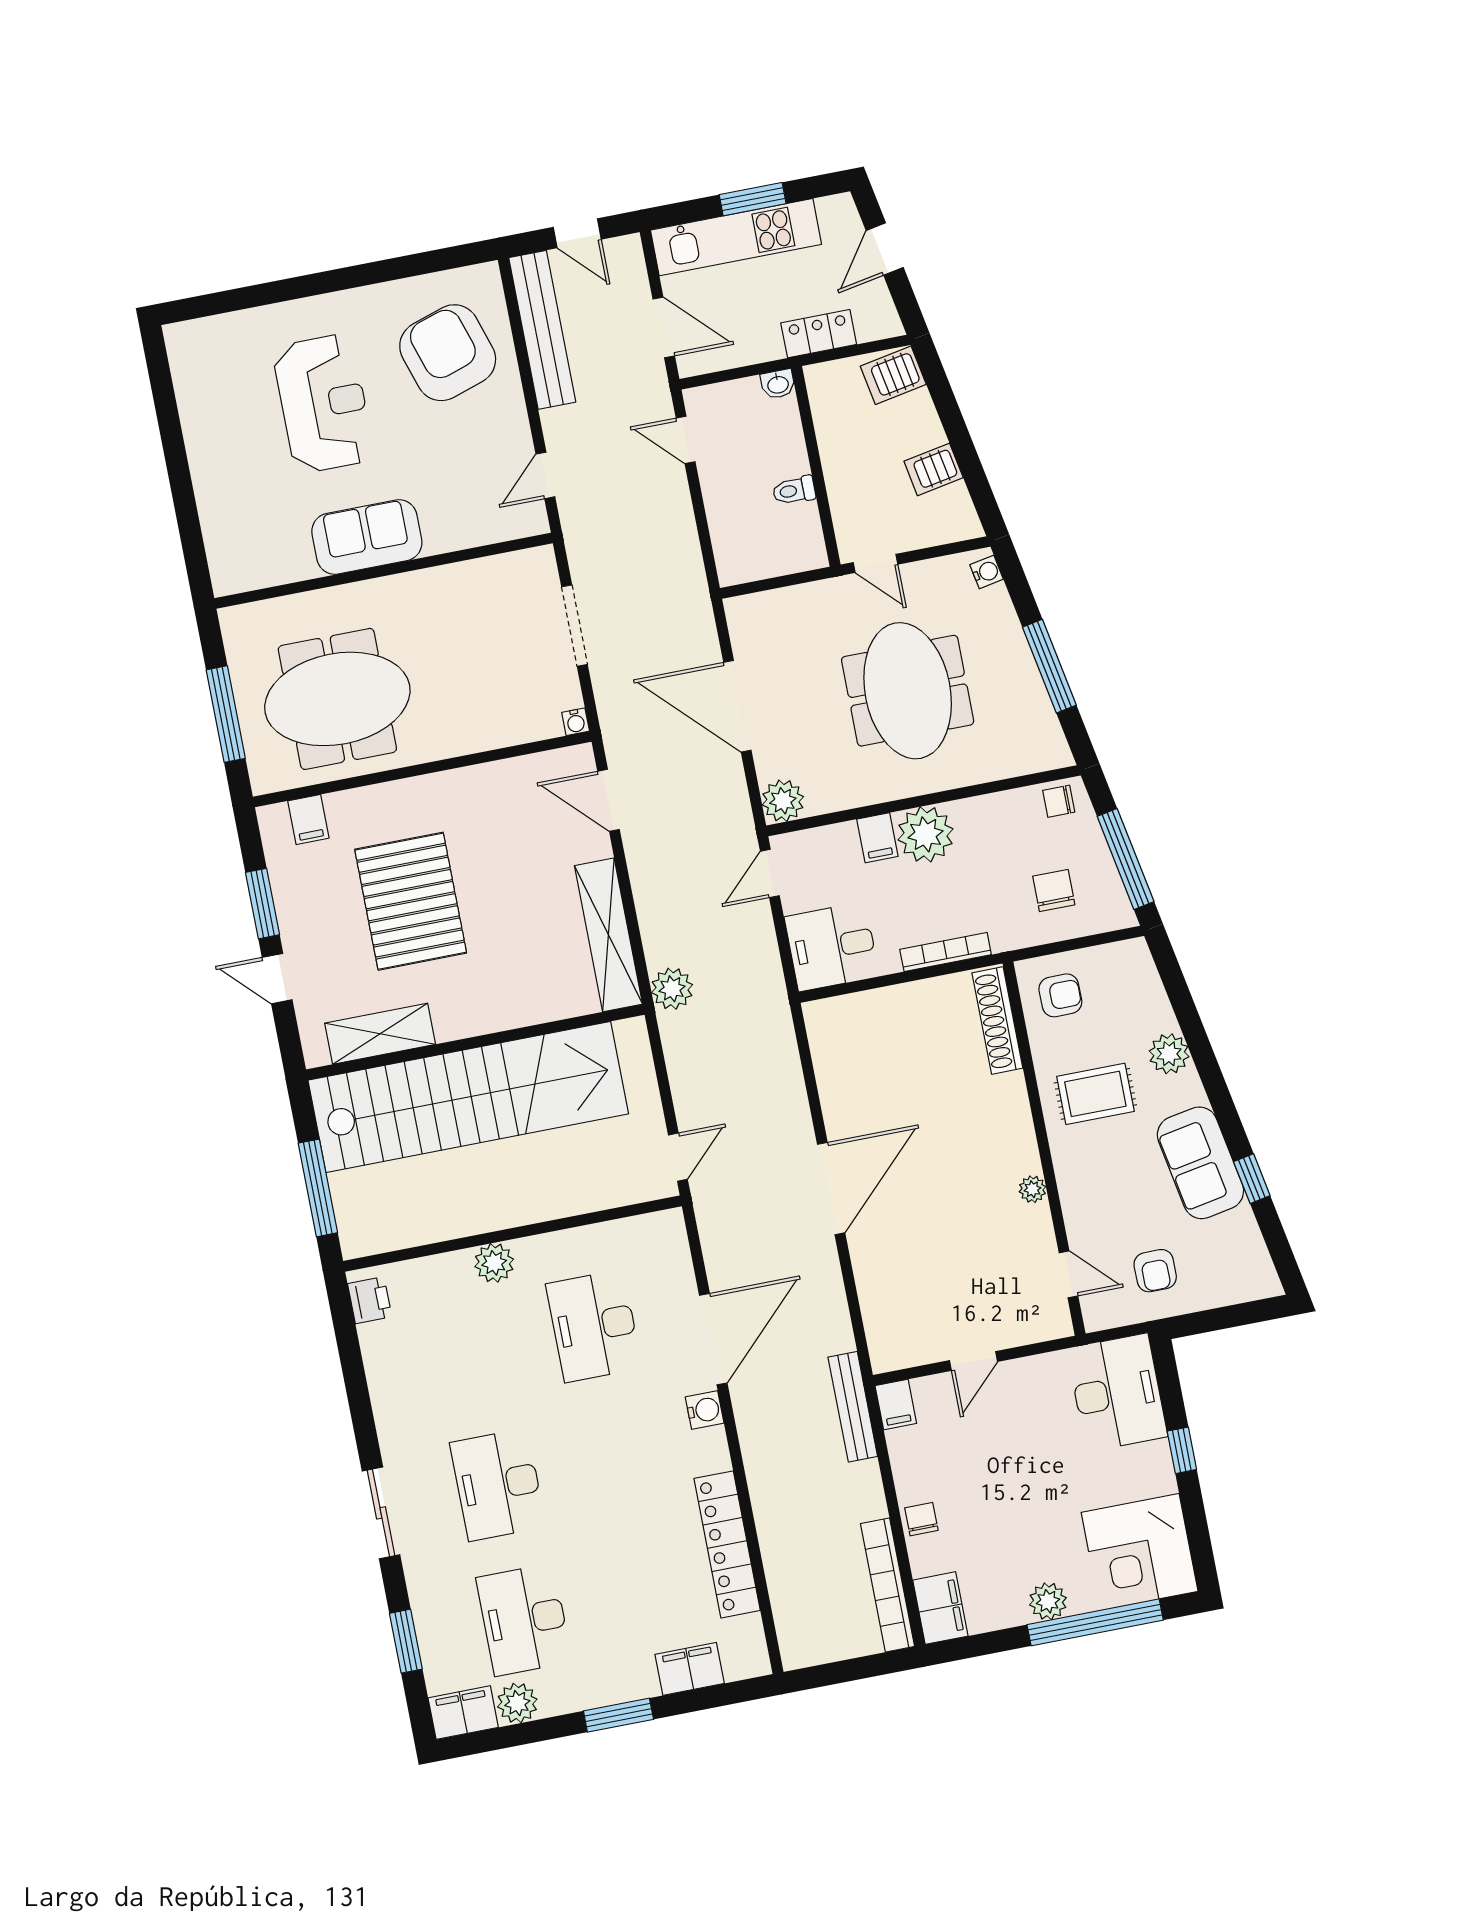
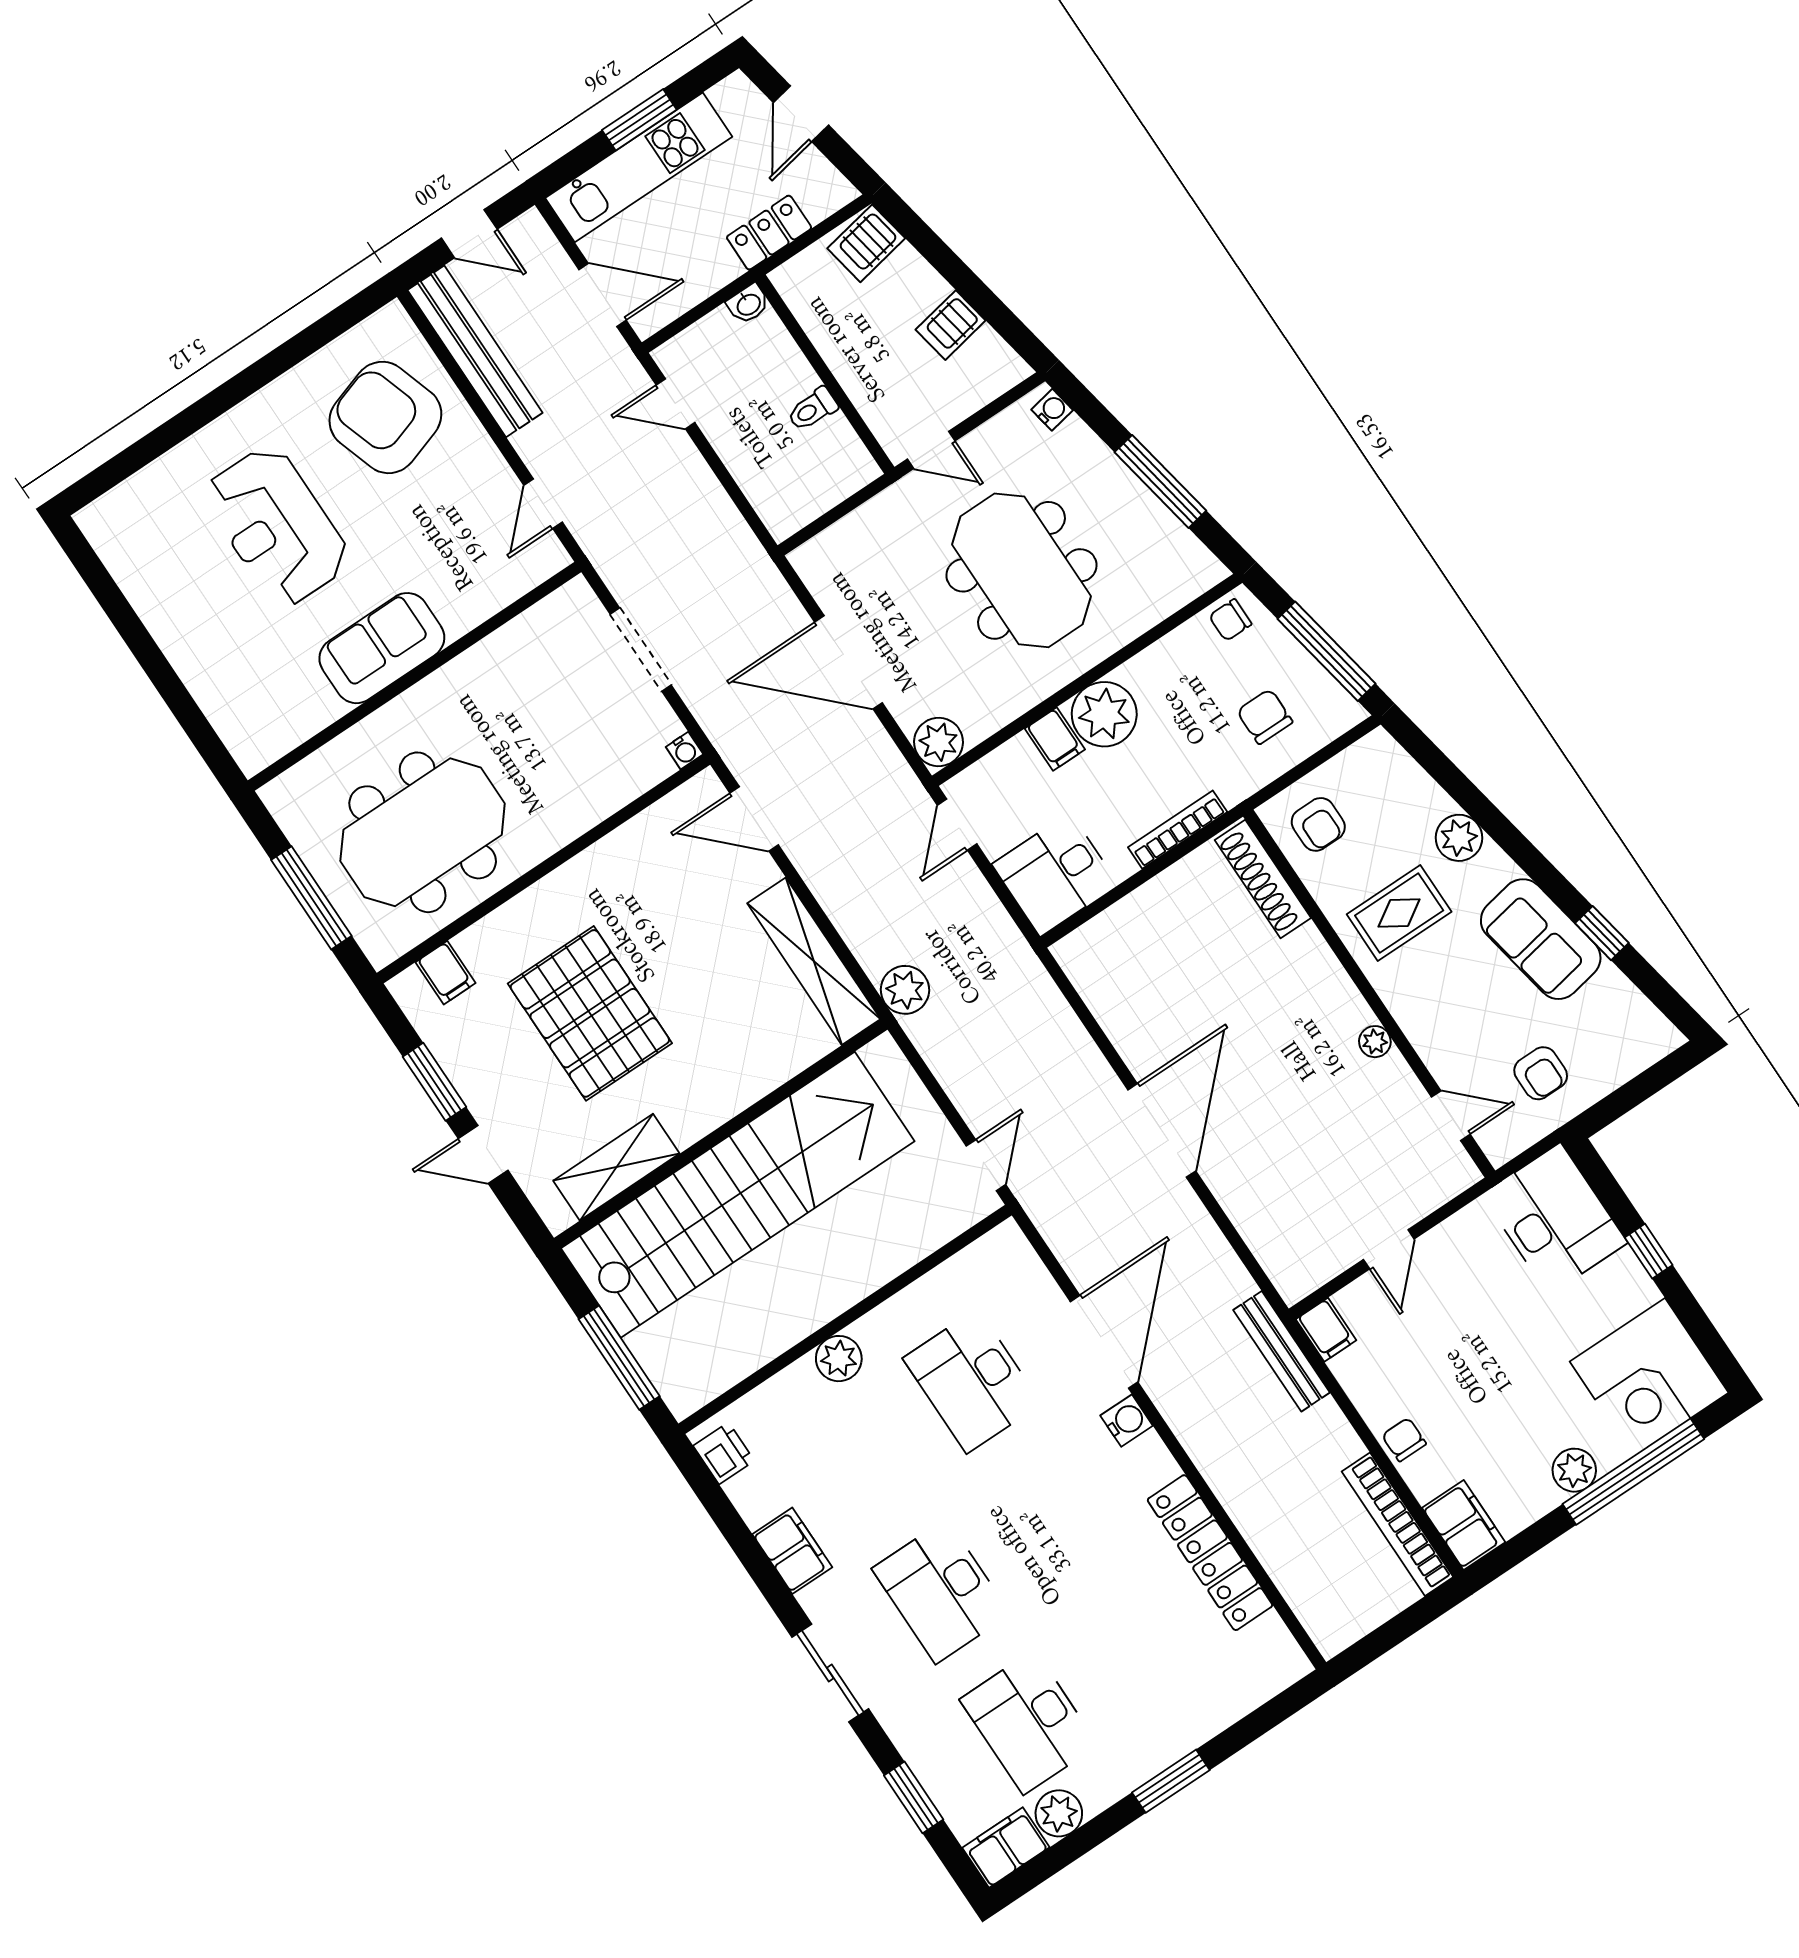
reception desk: (323, 403) -> (277, 526), turned 180
armchair: (1060, 995) -> (1318, 824), turned 90
filing cabinet: (690, 1669) -> (792, 1551), moved, turned 90

